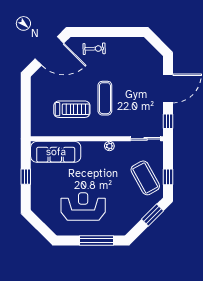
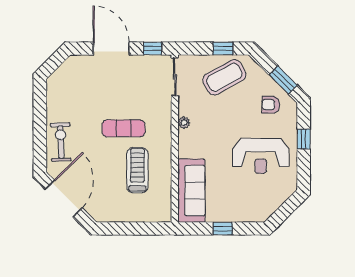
exercise bike: (94, 49) -> (61, 142), width x1.38, depth x1.39
reception desk: (83, 207) -> (261, 156), turned -90
armchair: (124, 215) -> (271, 105), added
window: (153, 215) -> (283, 80), moved
window: (97, 241) -> (304, 139), width x0.46

